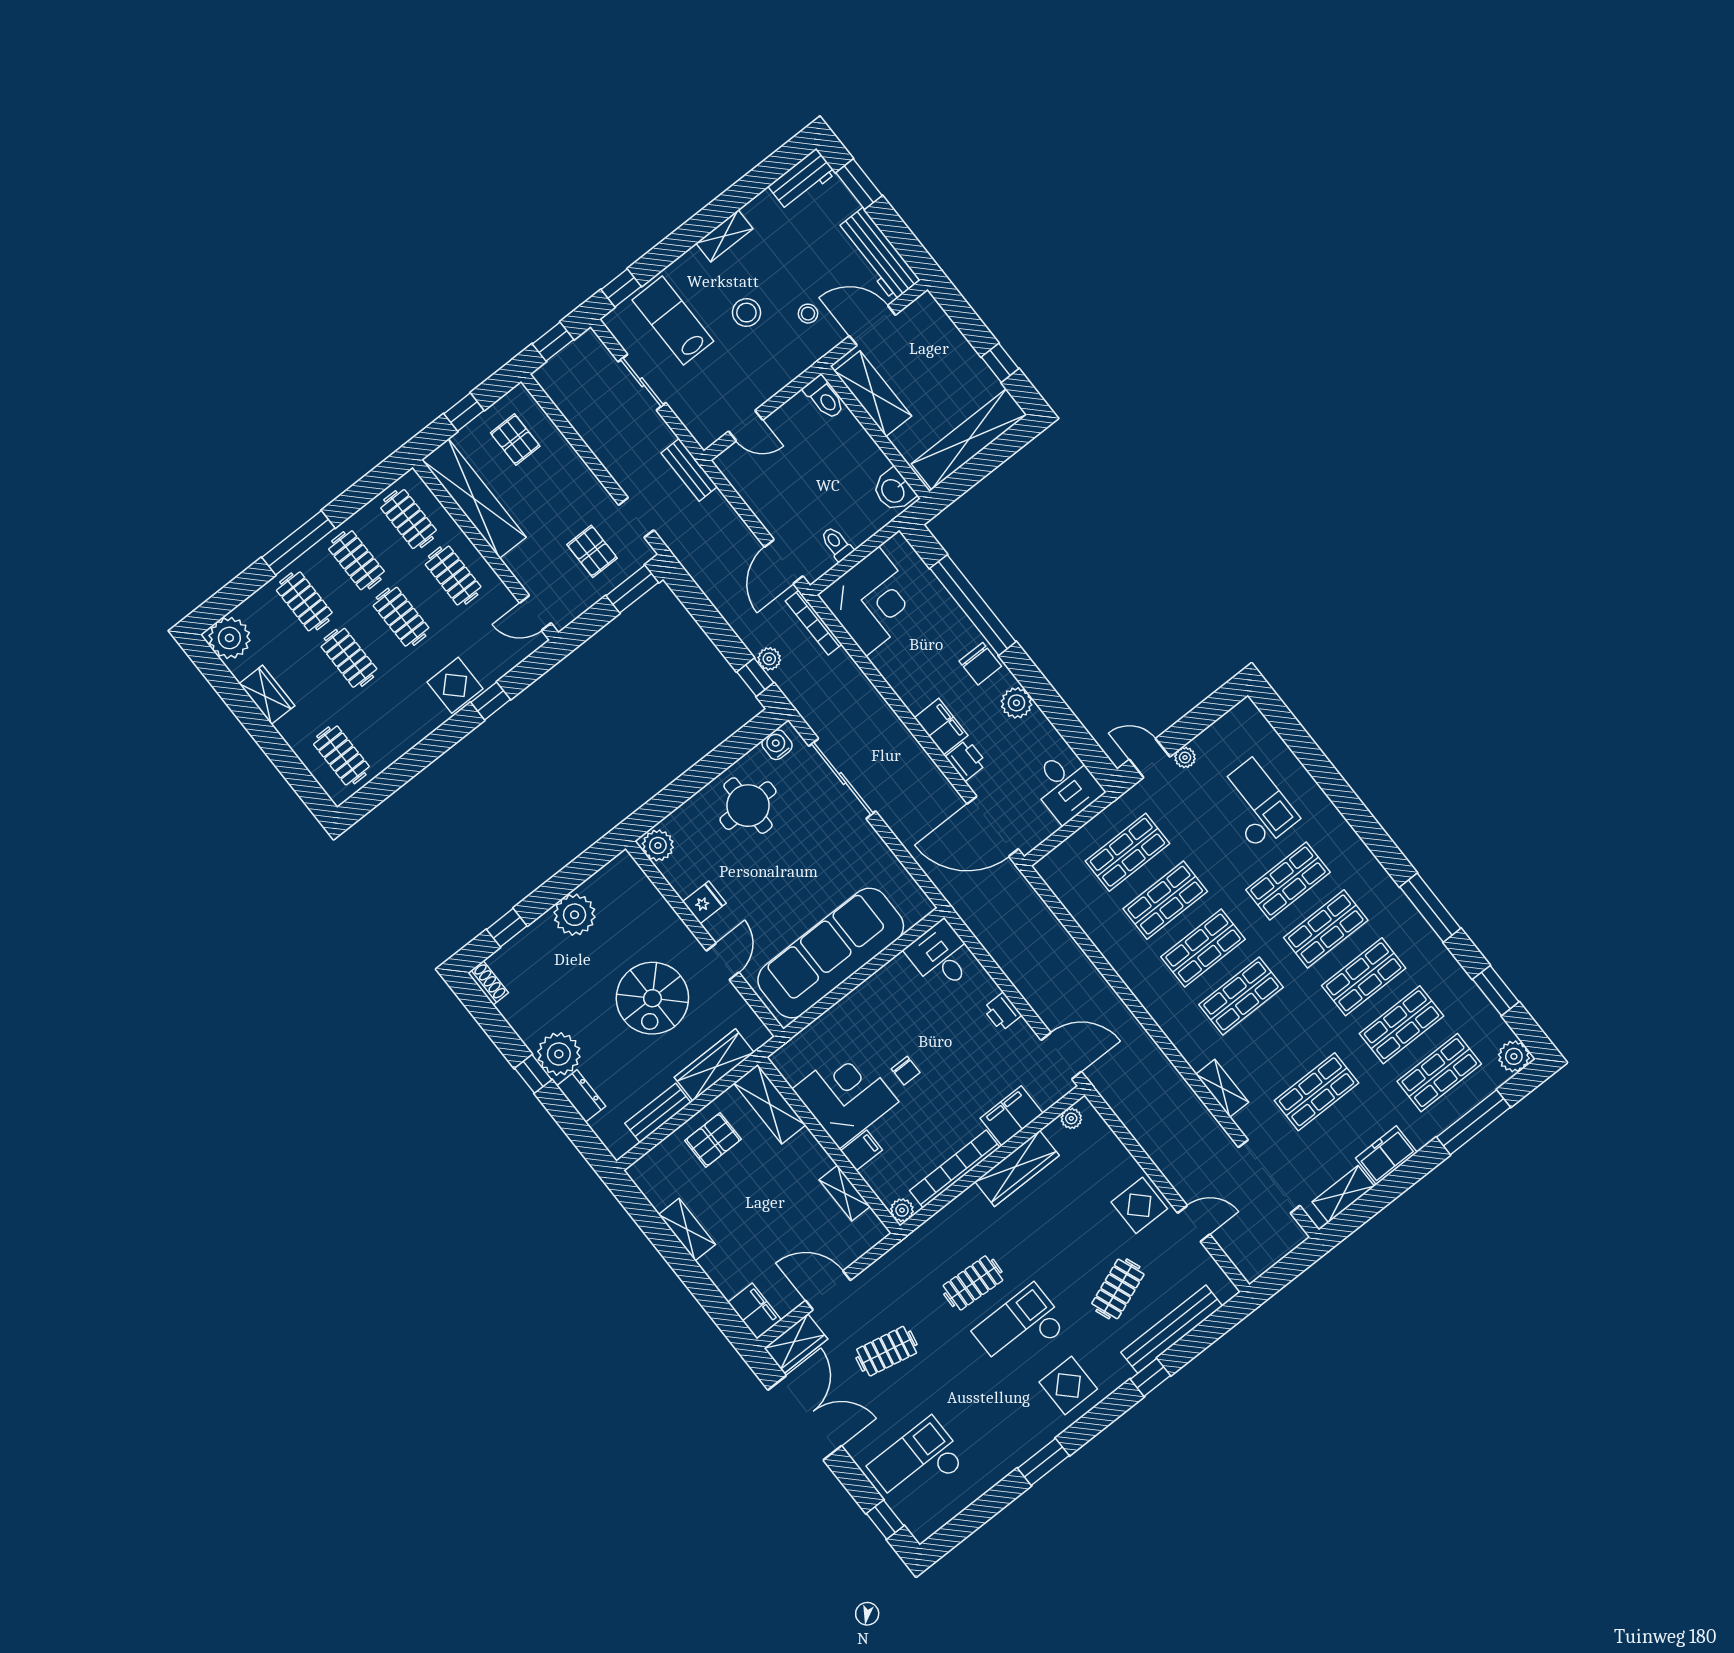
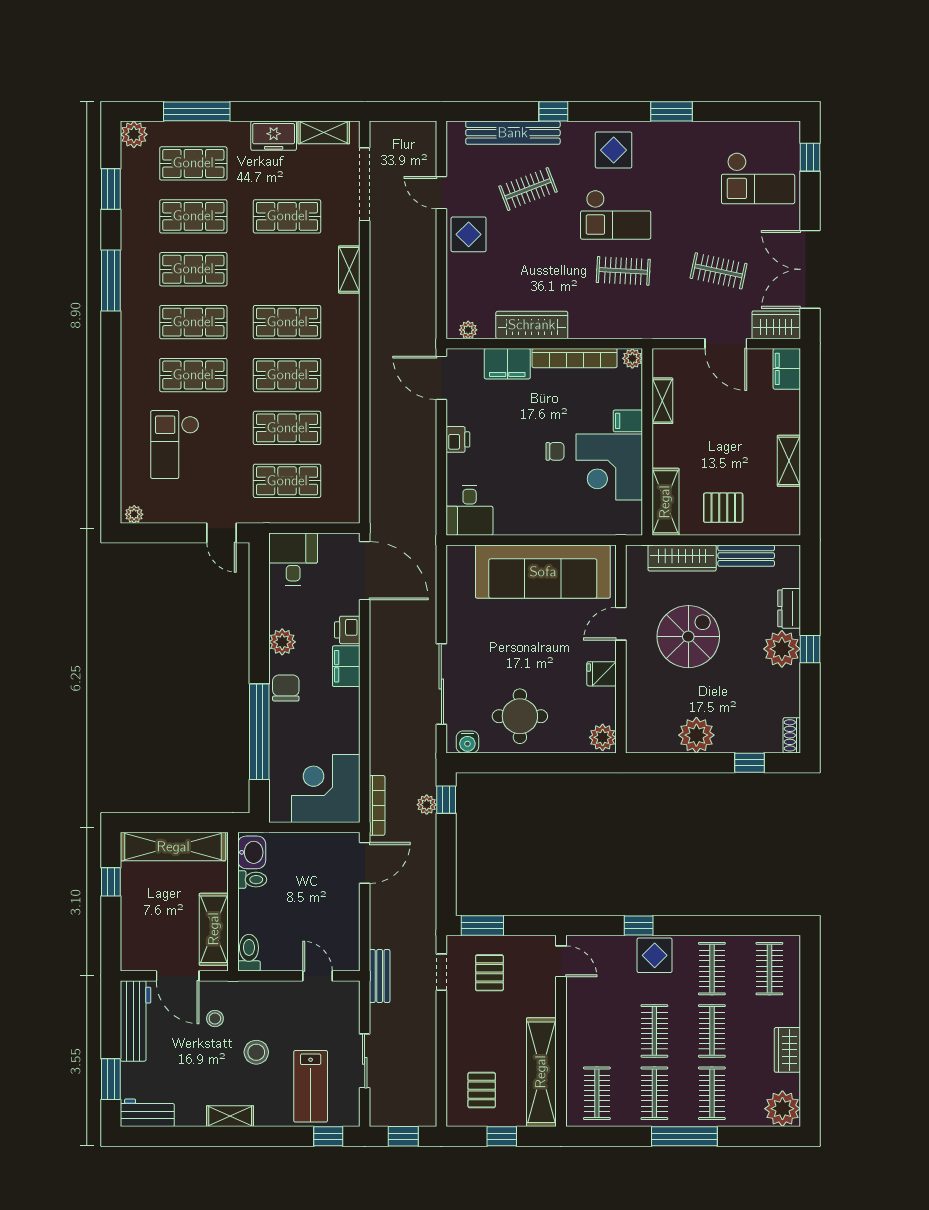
toilet: (837, 544) -> (252, 880), moved, turned -90
clothes rail: (453, 576) -> (712, 969), moved
plant: (1185, 757) -> (134, 514), moved
chair: (906, 1071) -> (555, 451), turned 90

